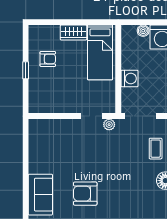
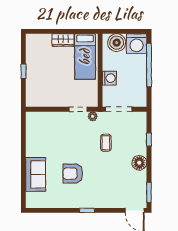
boiler: (143, 31) -> (117, 43), width x1.86, depth x1.86
armchair: (48, 59) -> (42, 62), removed
coffee table: (156, 149) -> (106, 143), moved

